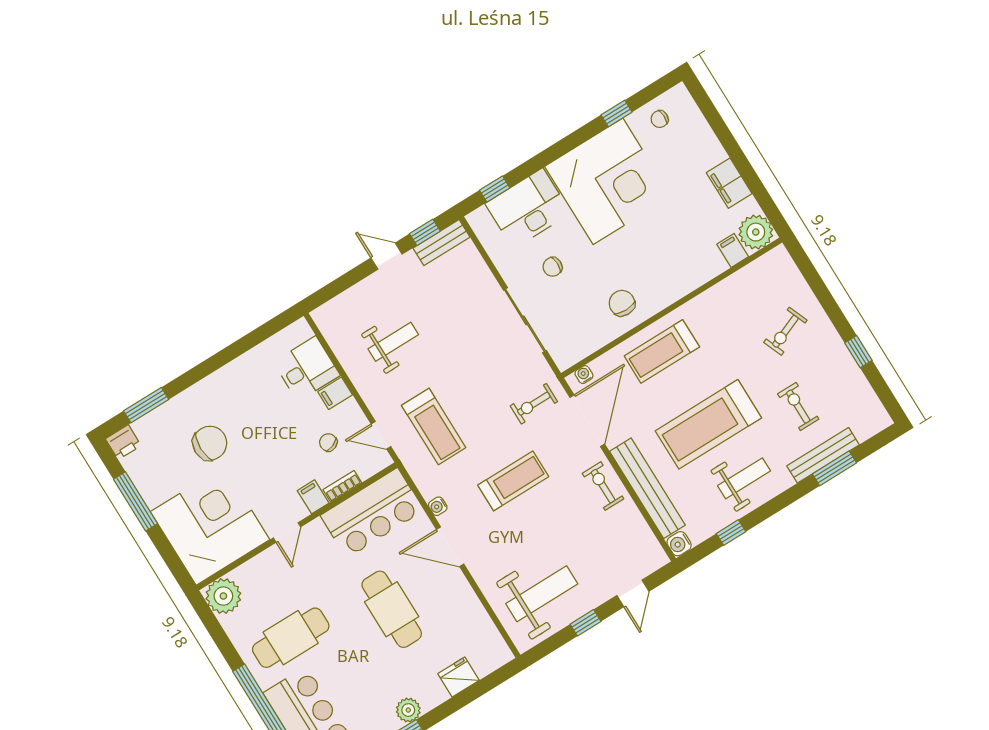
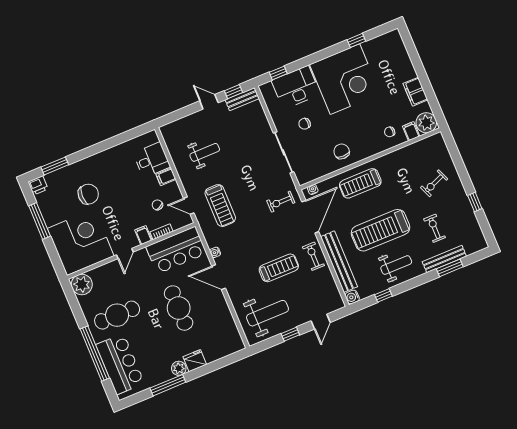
chair: (660, 119) -> (390, 132), moved
treadmill: (513, 481) -> (279, 268), moved
fridge: (458, 677) -> (195, 361), moved

